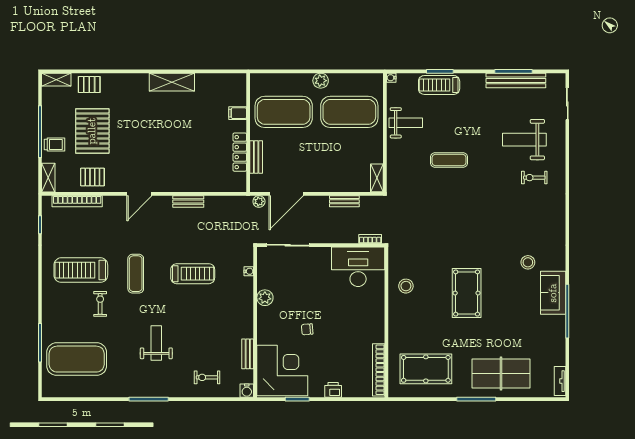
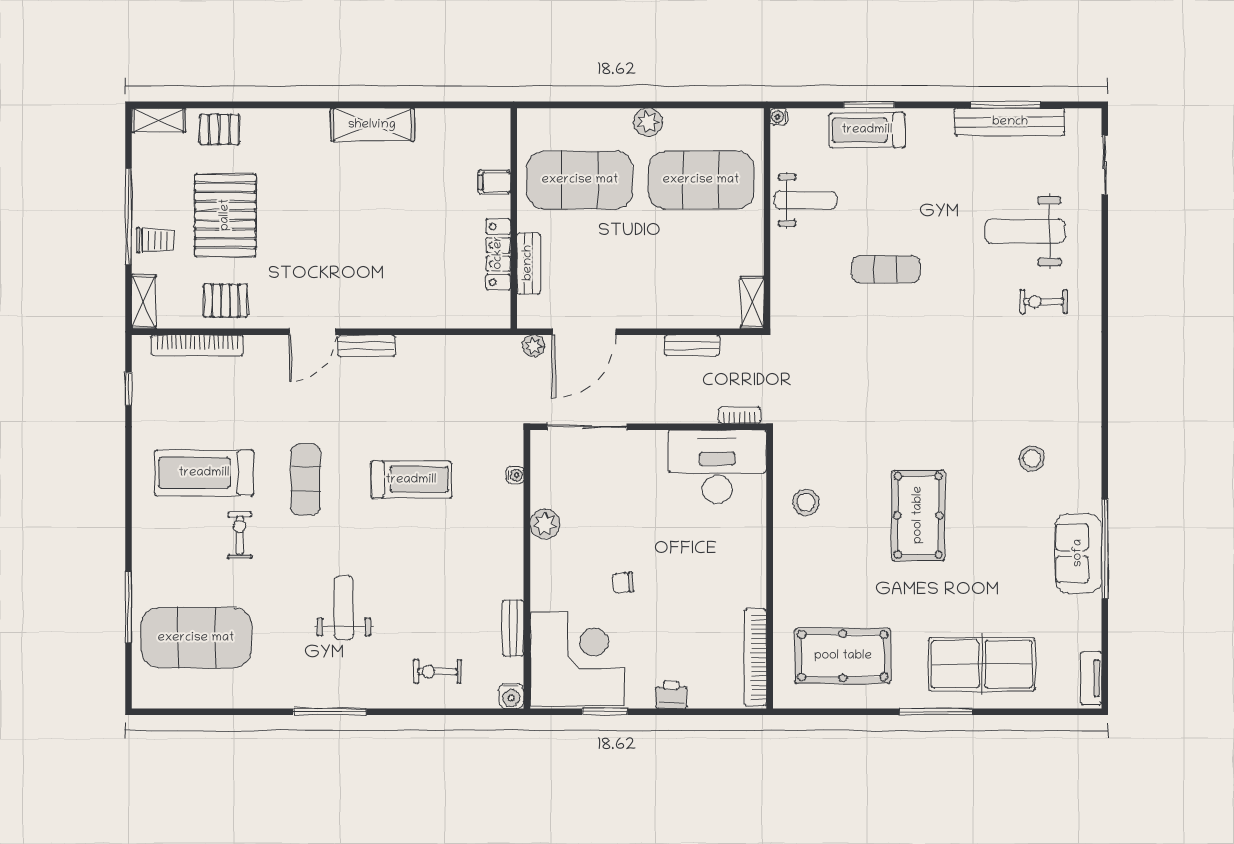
bench: (188, 201) -> (366, 346), moved
sofa: (553, 293) -> (1078, 553), moved

